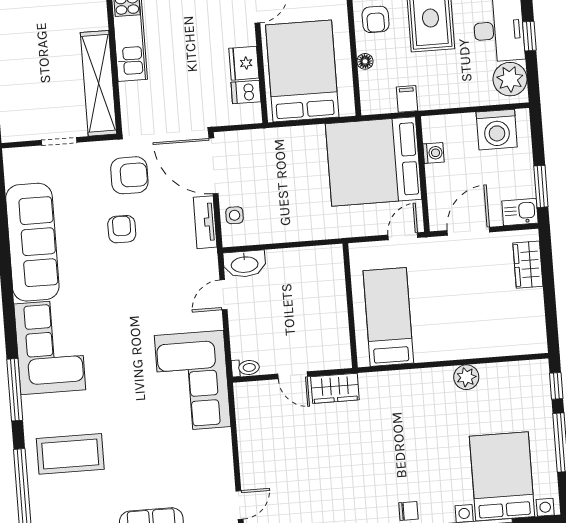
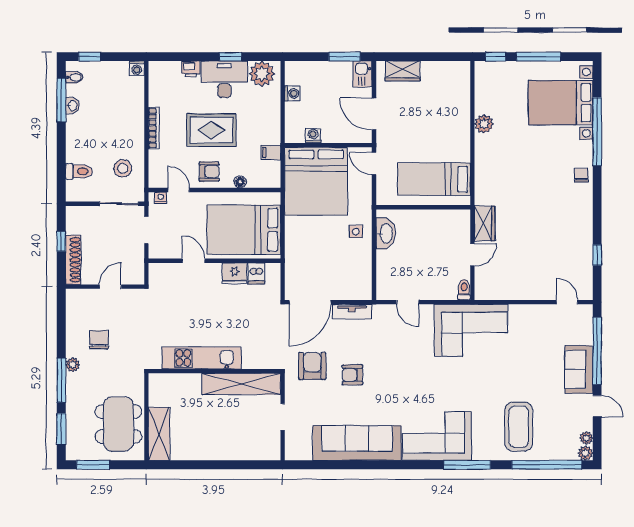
washing machine: (497, 130) -> (292, 93), width x0.53, depth x0.53
side table: (235, 215) -> (356, 232), moved
washbasin: (245, 264) -> (386, 233), moved

